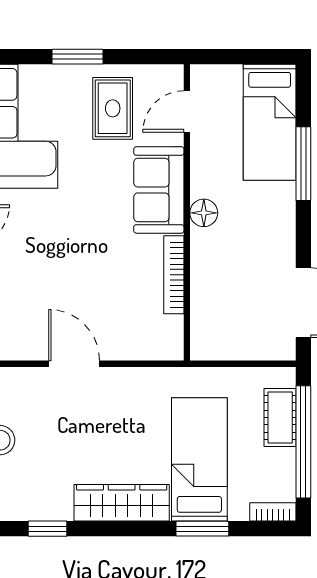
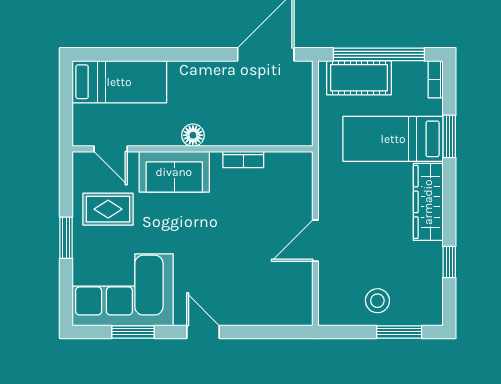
window: (303, 164) -> (153, 54), removed
bookcase: (174, 275) -> (243, 160), width x0.64
cot: (280, 417) -> (359, 78), width x1.37, depth x1.34

